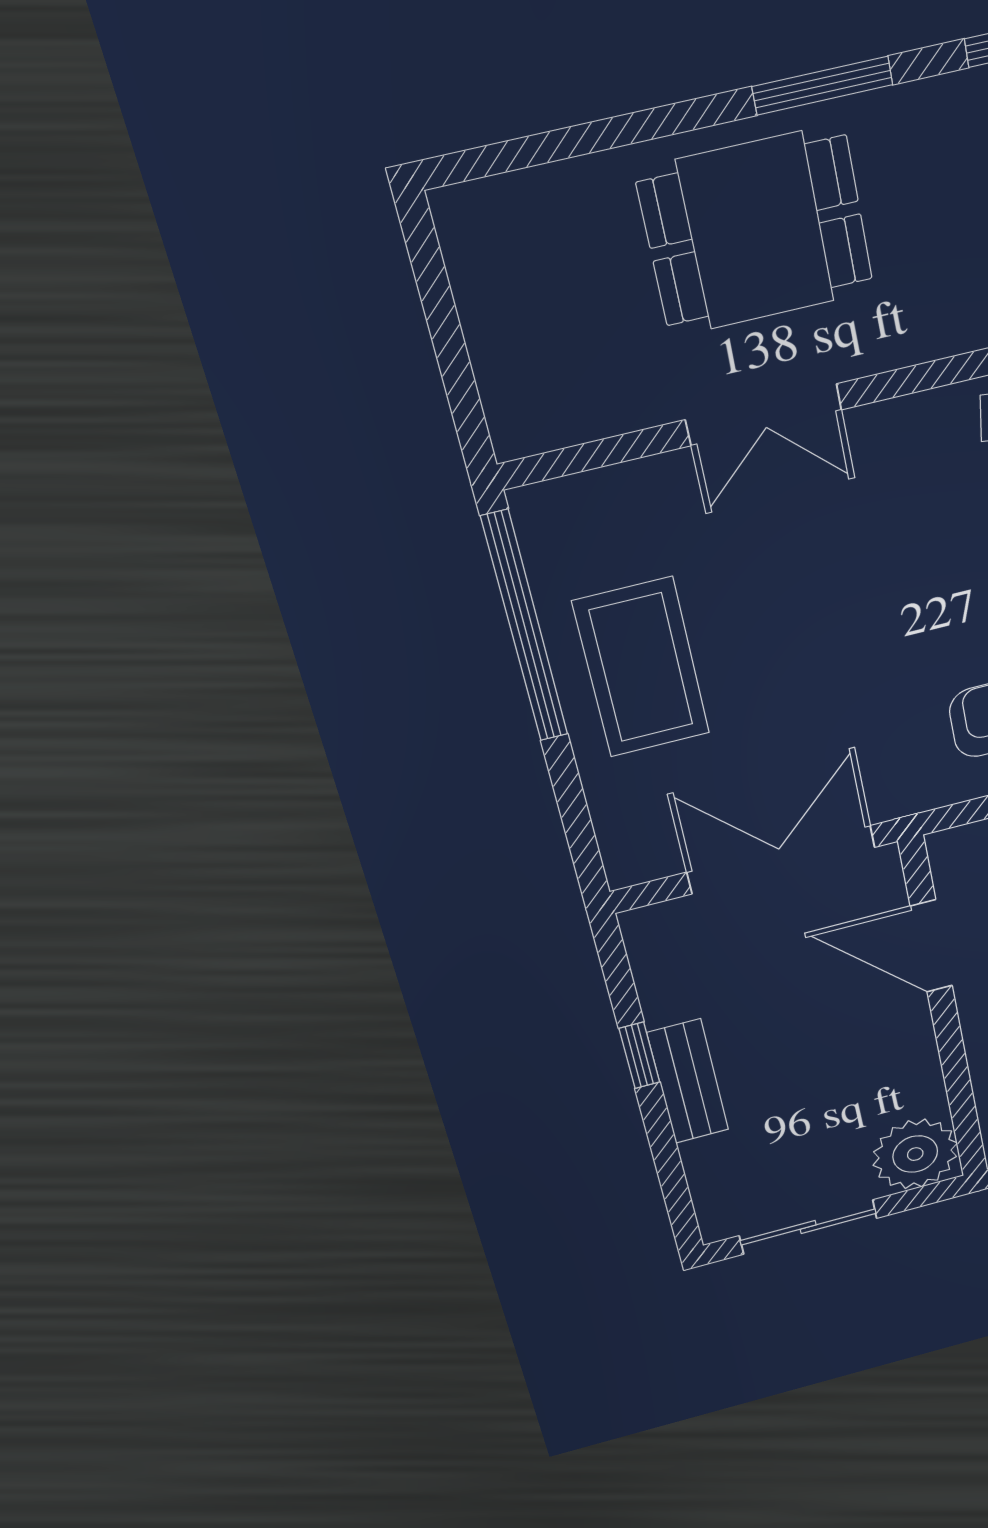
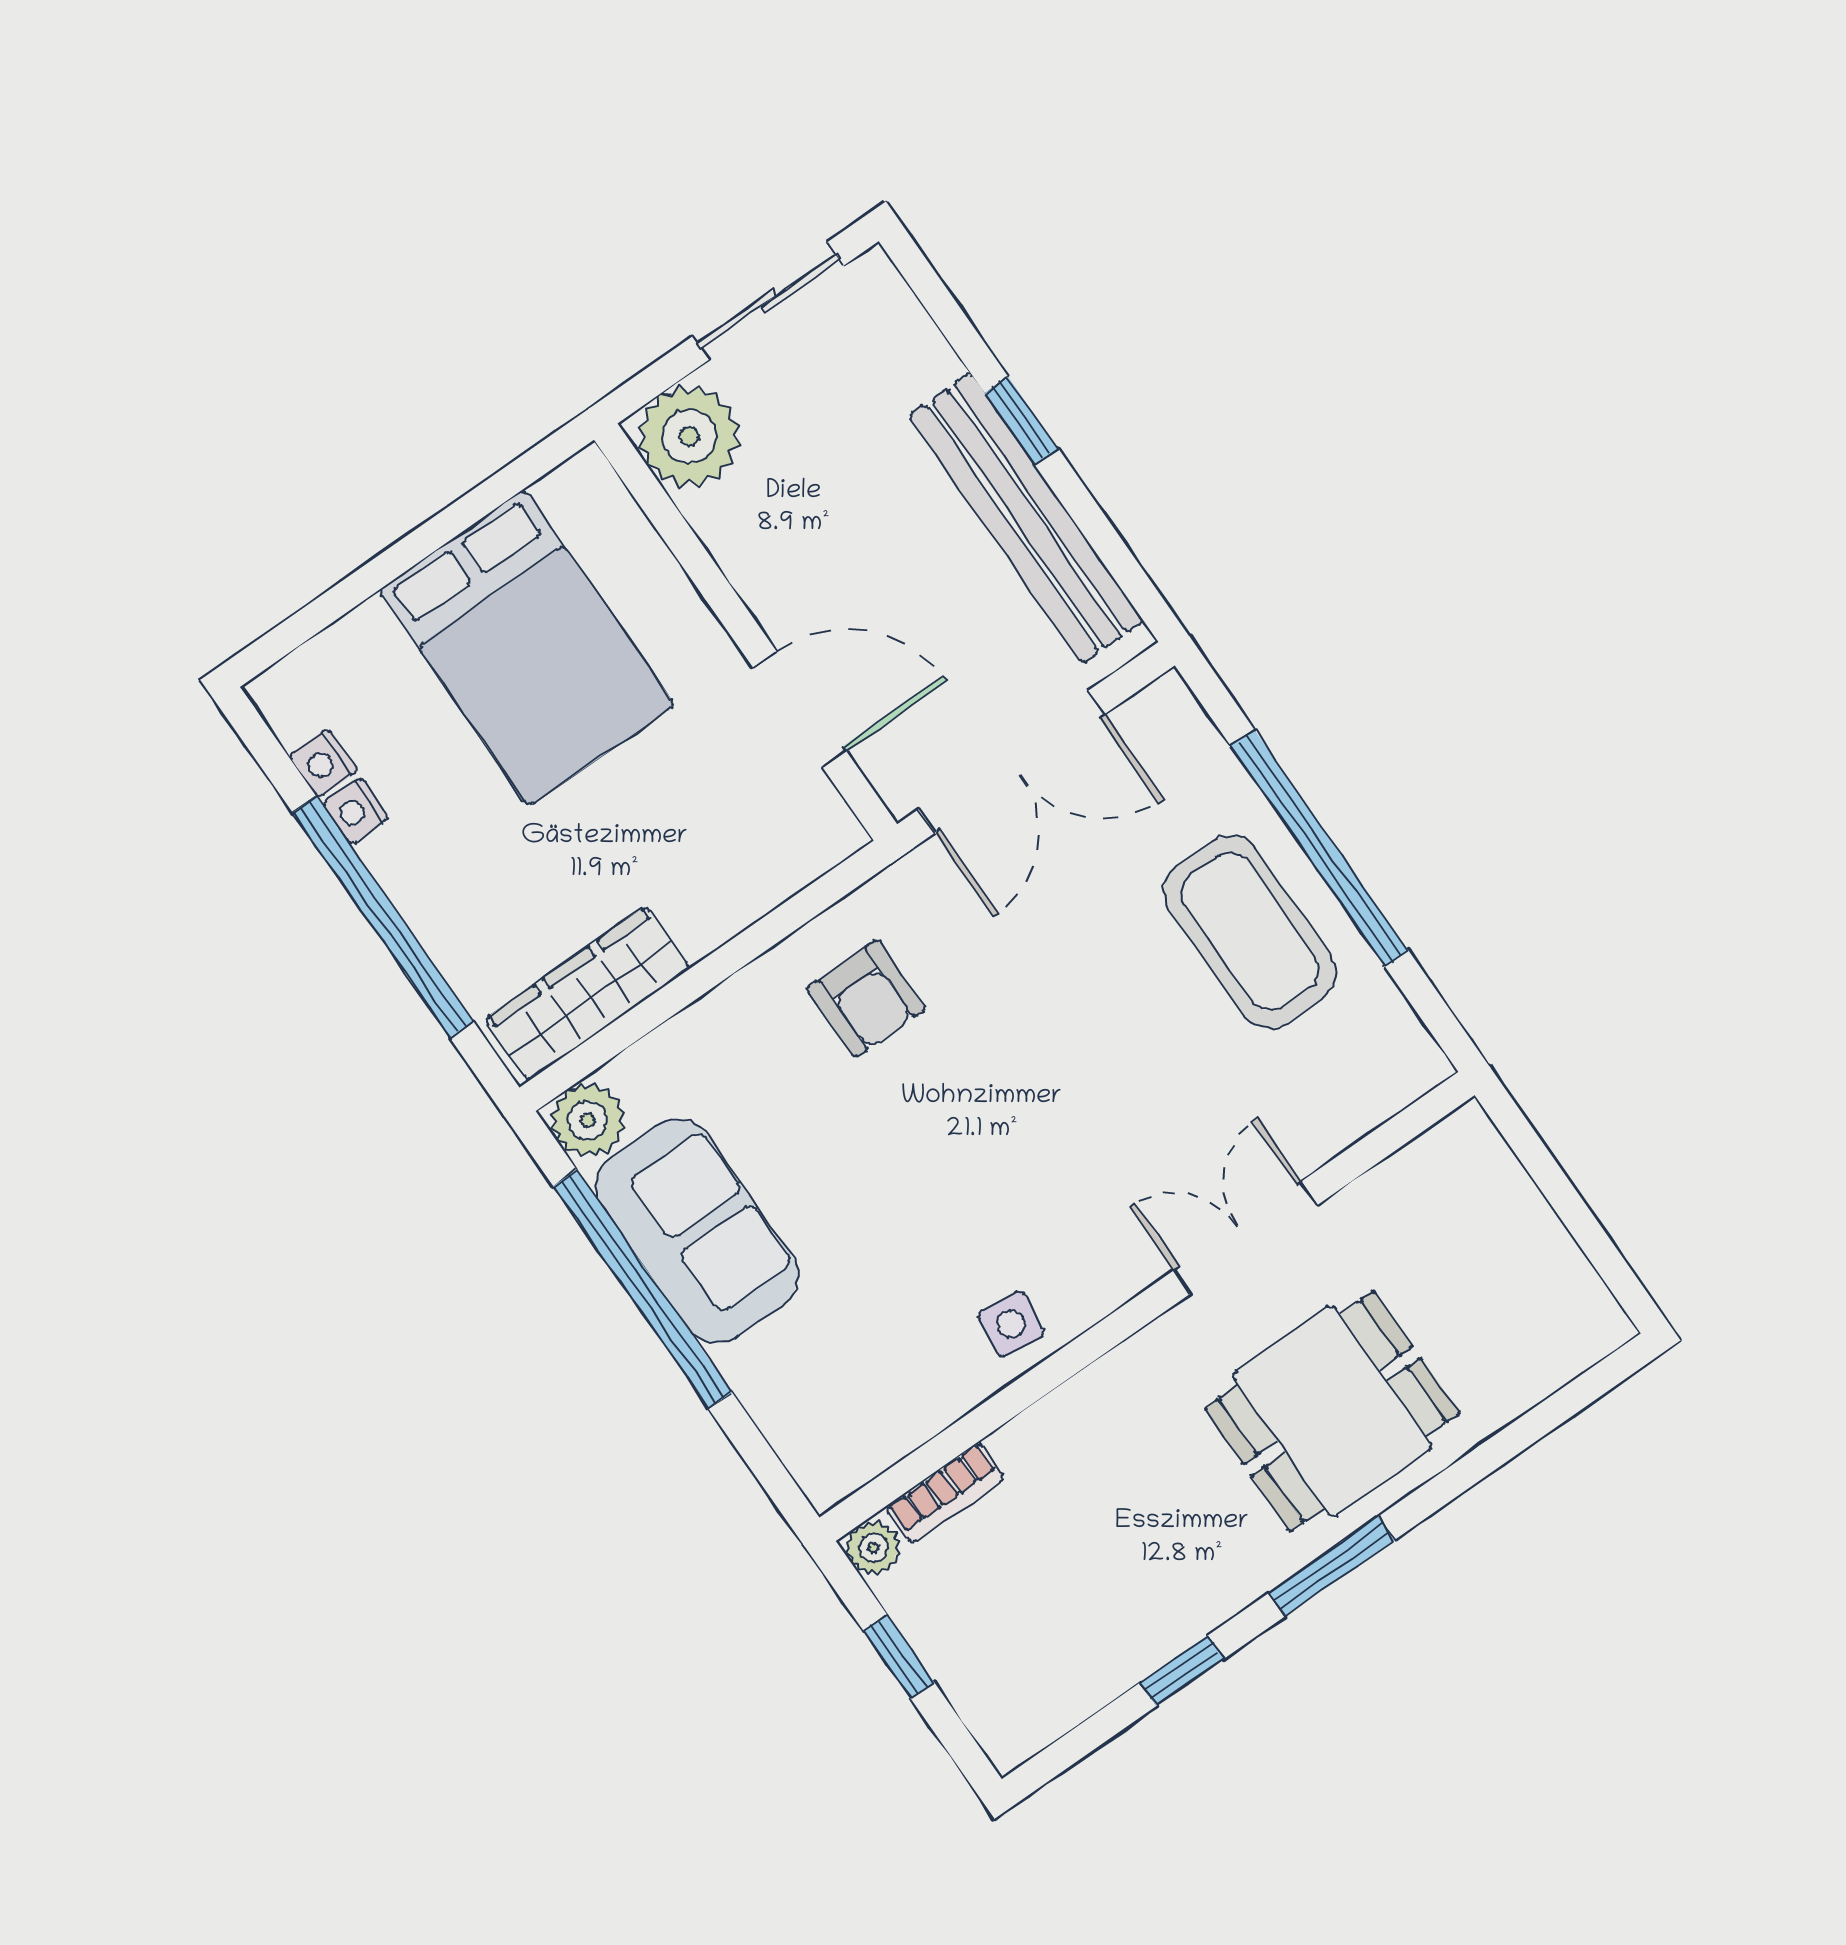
window: (525, 627) -> (1319, 848), moved
window: (639, 1055) -> (1021, 421), moved
bench: (688, 1081) -> (1026, 518), width x1.86, depth x1.21

